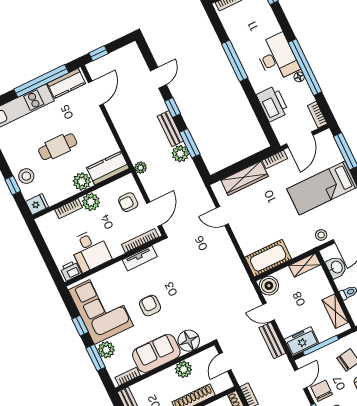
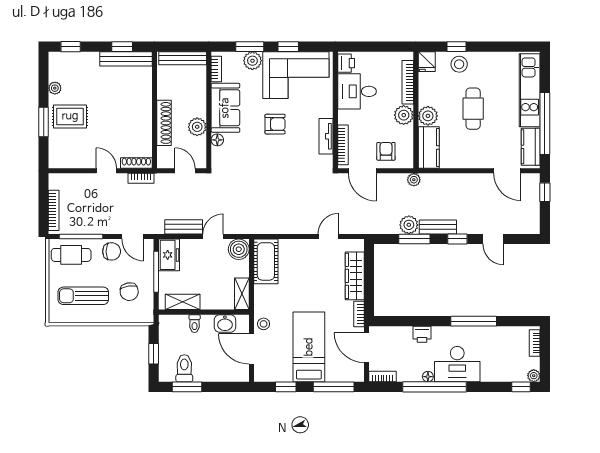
printer: (273, 104) -> (422, 334), width x0.53, depth x0.68
bookcase: (68, 209) -> (408, 82), width x1.56
floor lamp: (189, 341) -> (217, 140), width x0.53, depth x0.53

